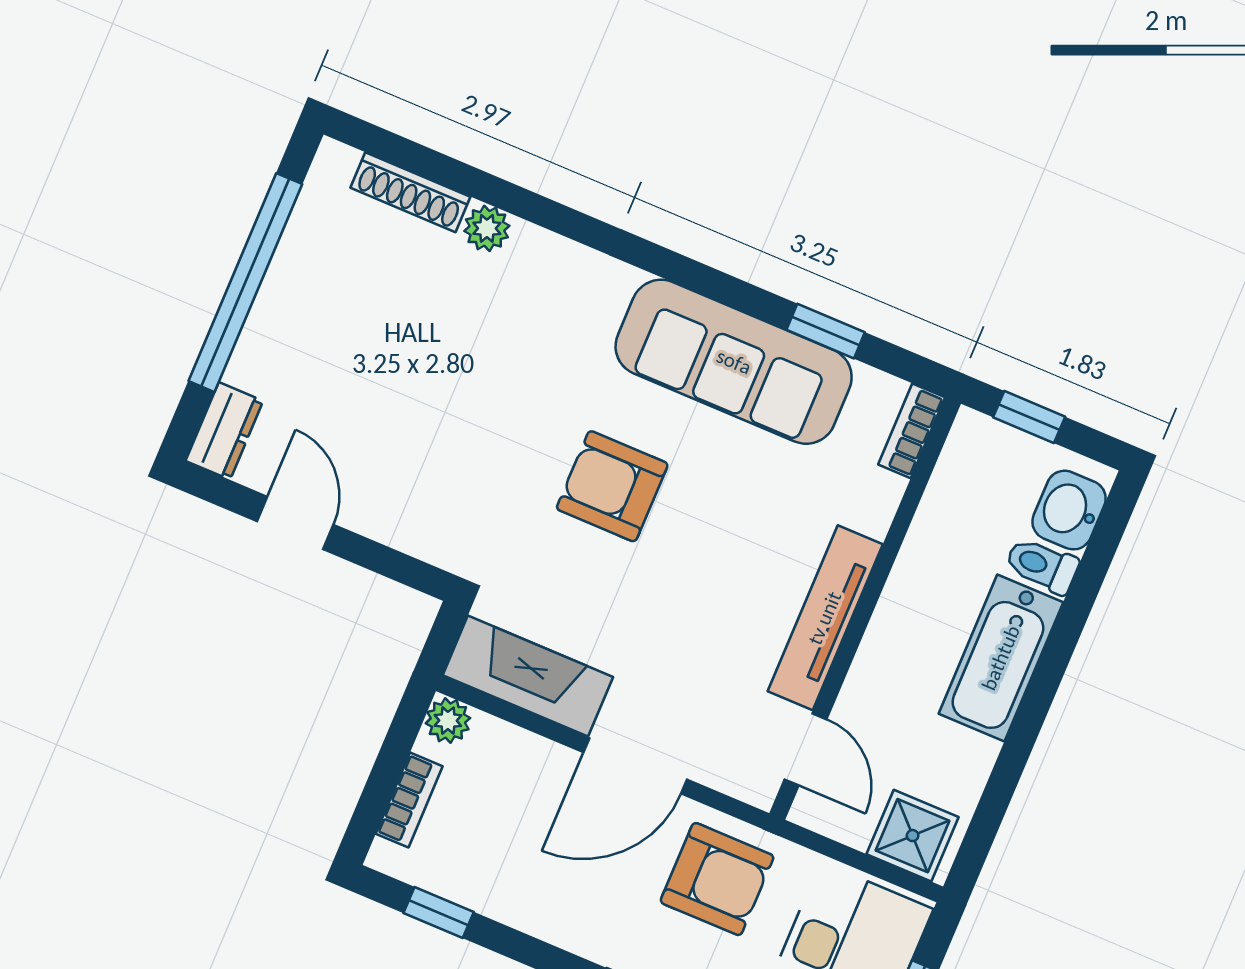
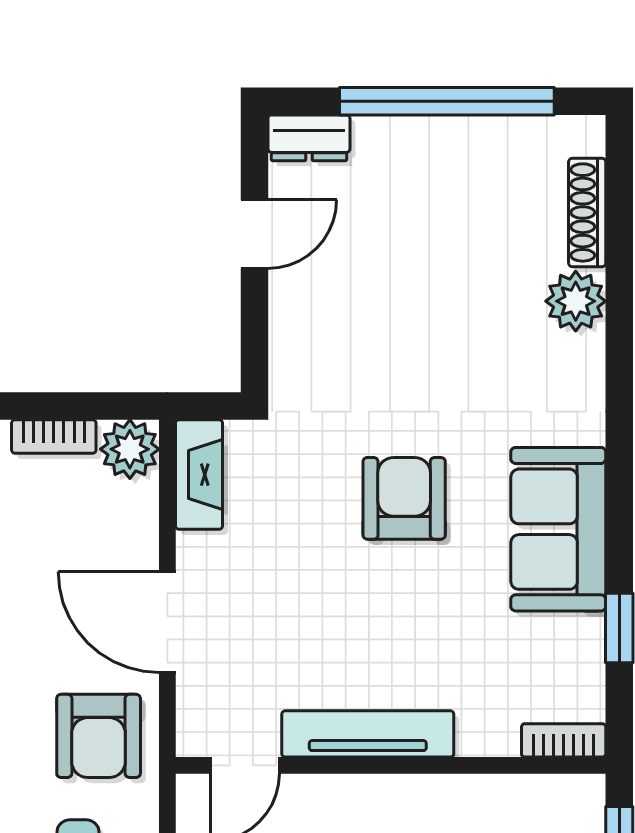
plant: (487, 228) -> (576, 301), width x1.38, depth x1.38
sofa: (734, 362) -> (558, 529), width x0.73
fireplace: (528, 676) -> (199, 475), width x0.73, depth x0.76
plant: (448, 721) -> (130, 449), width x1.38, depth x1.38

